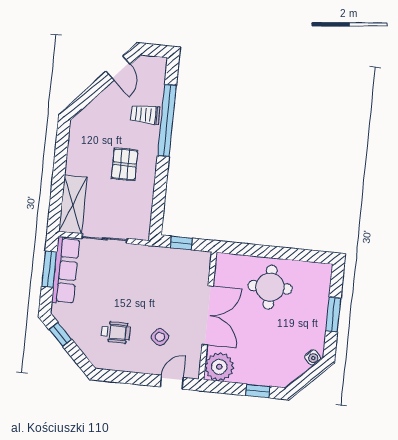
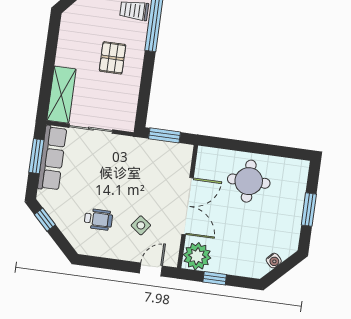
window: (181, 243) -> (164, 135), width x1.50
water cooler: (313, 357) -> (274, 261), moved
window: (258, 391) -> (215, 278), moved

